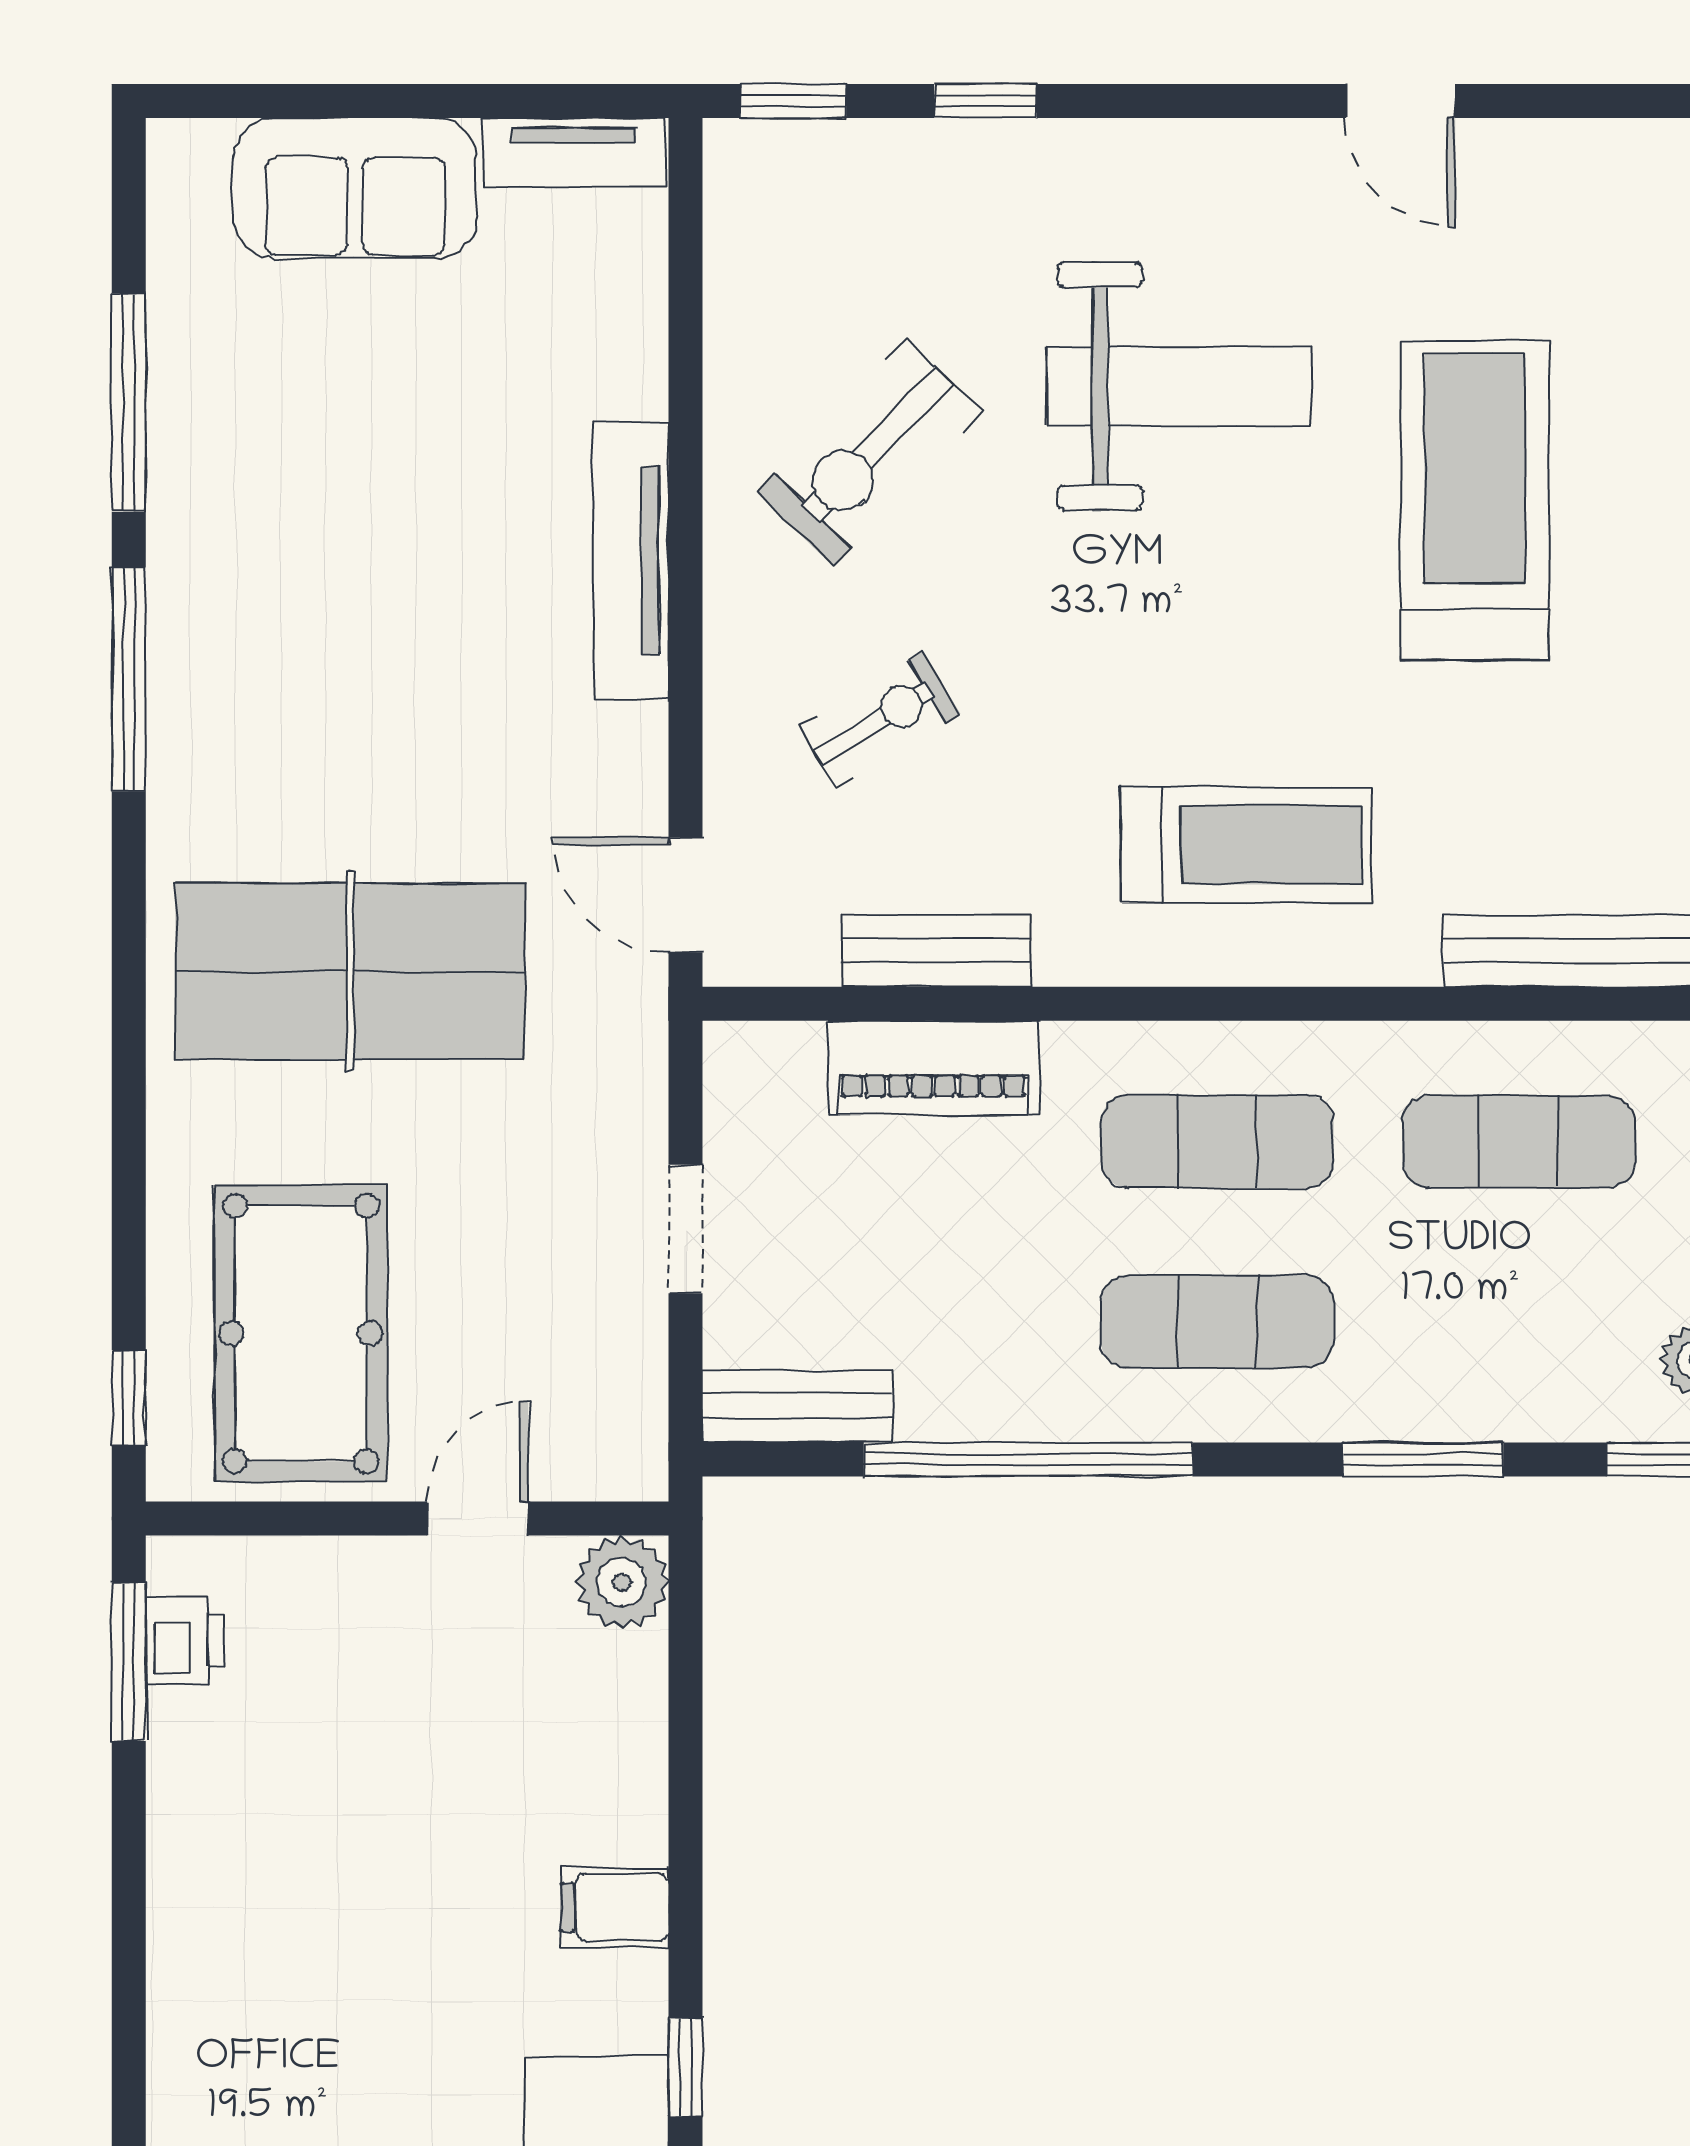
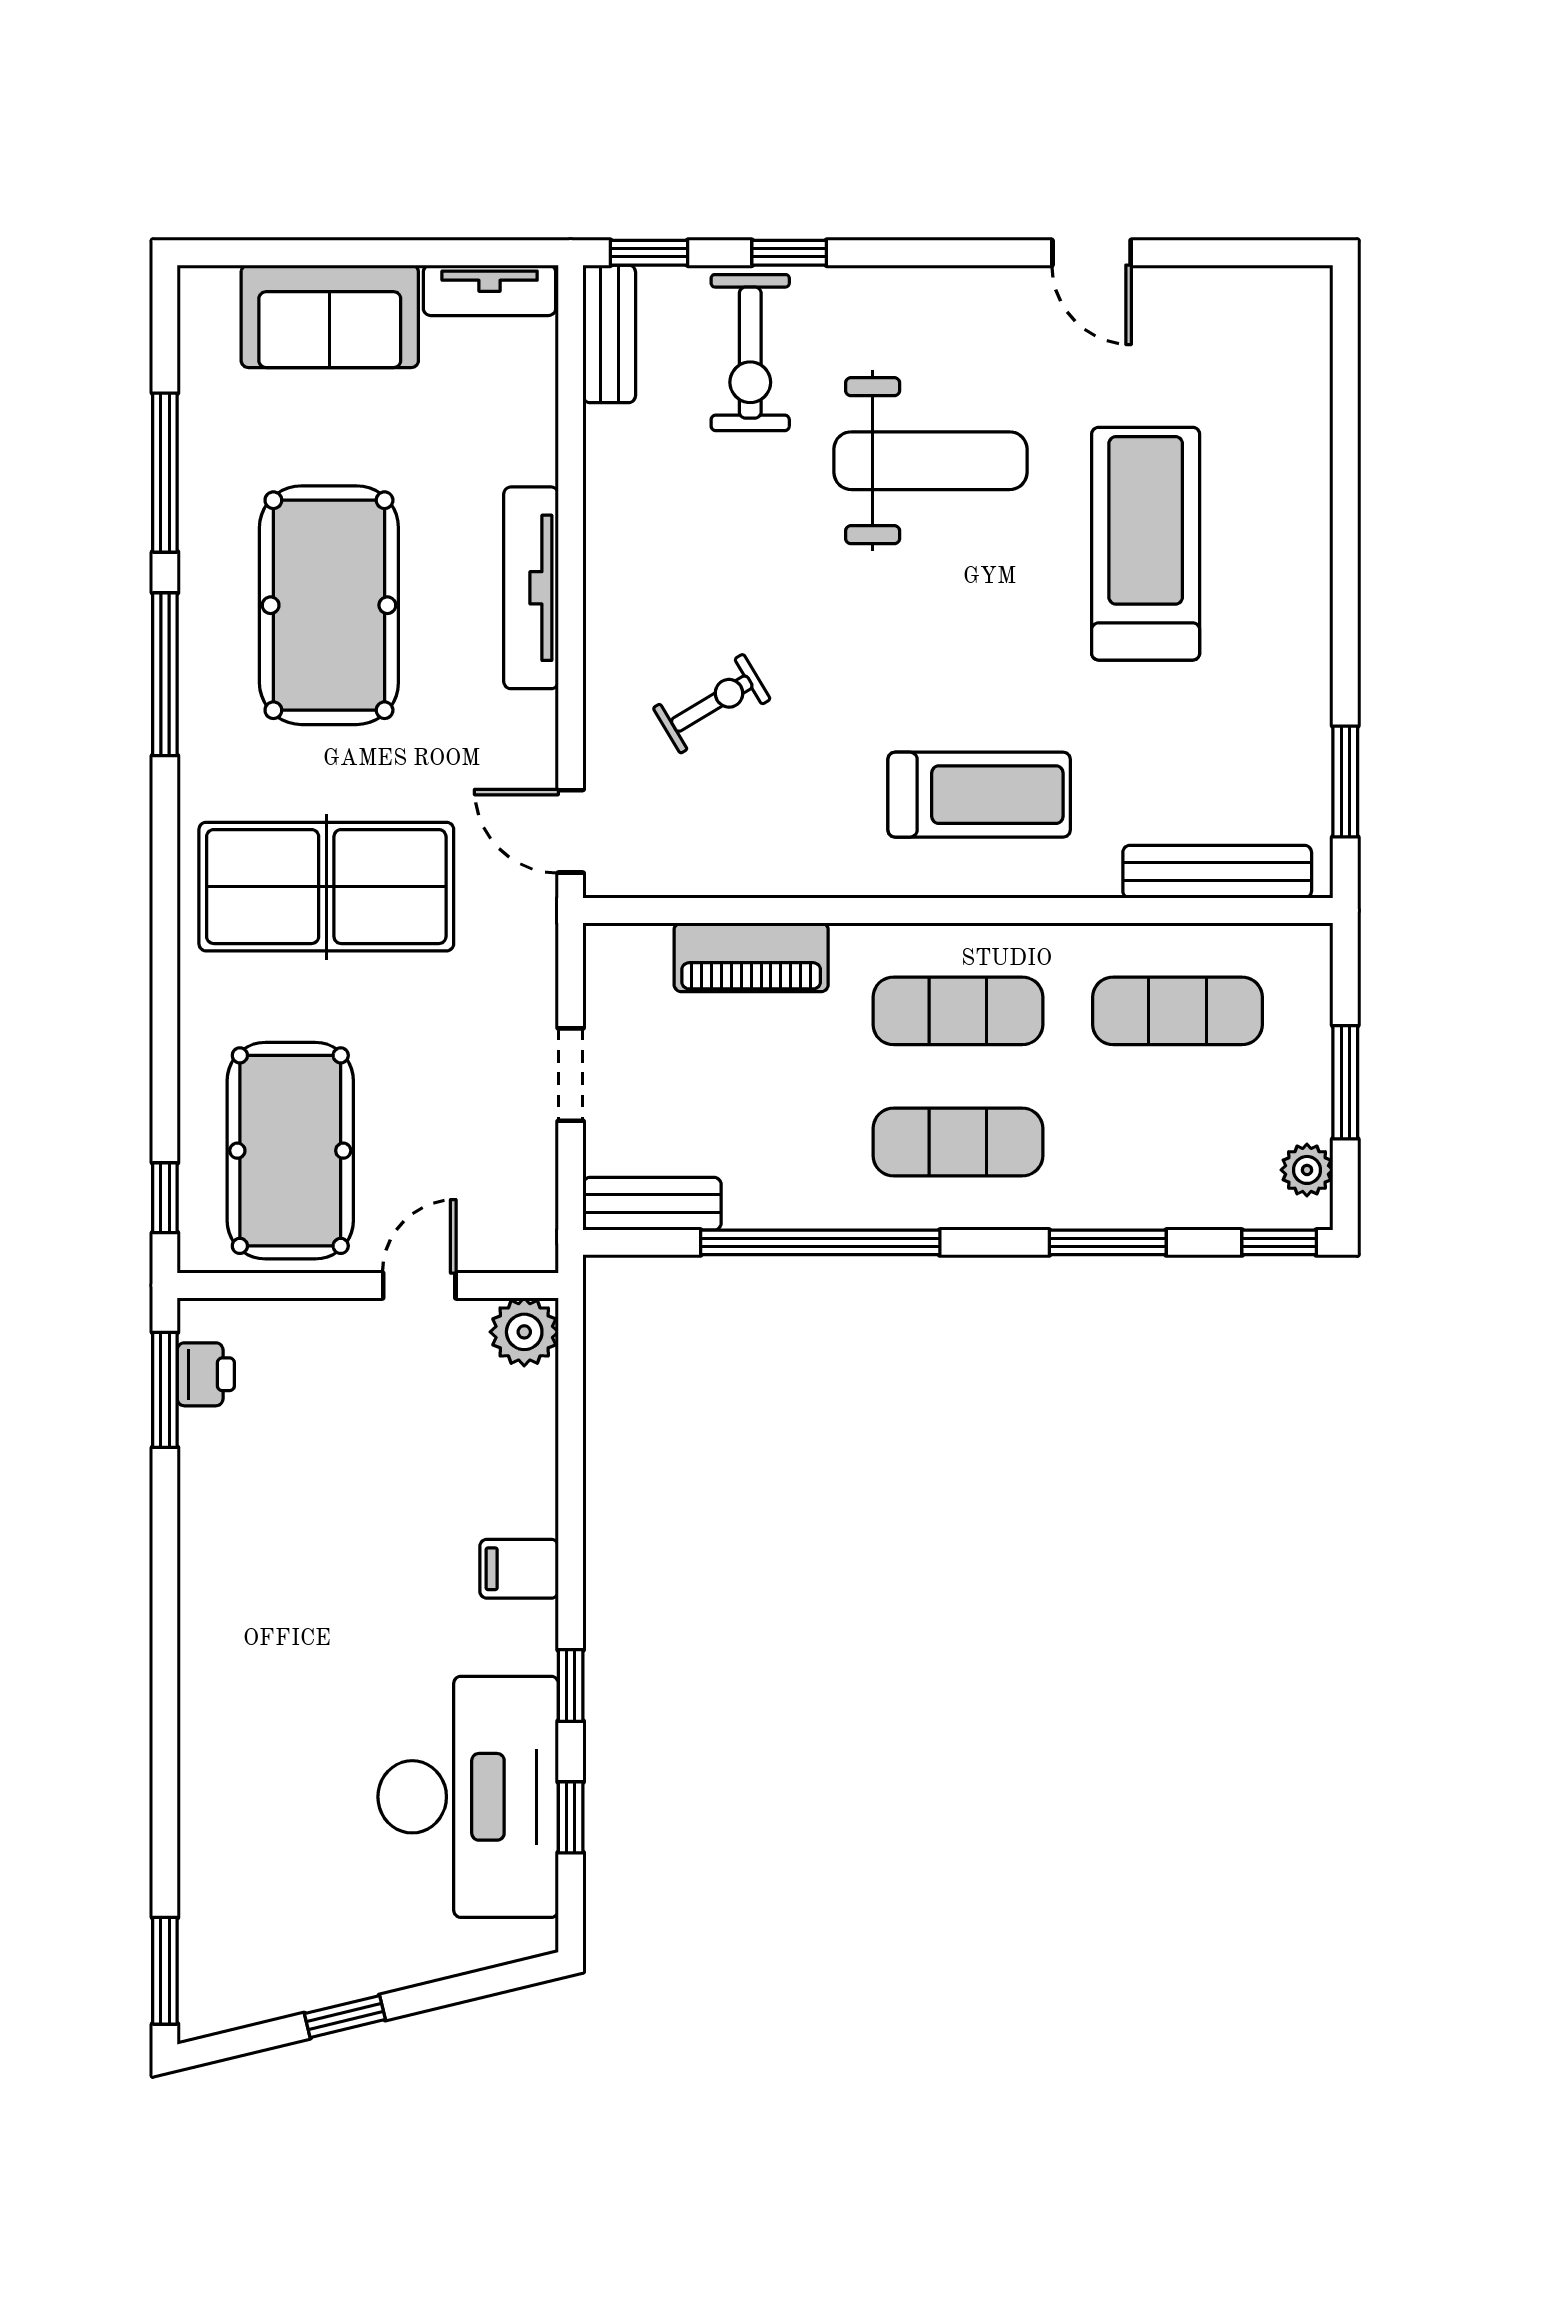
exercise bike: (870, 453) -> (750, 353), moved, turned -44
pool table: (354, 585) -> (329, 605), added
bench: (936, 951) -> (609, 334), moved, turned 90

